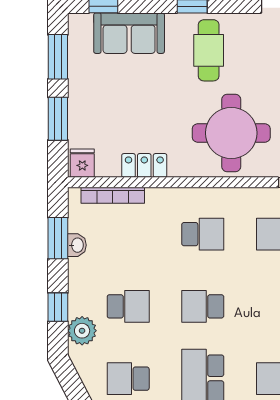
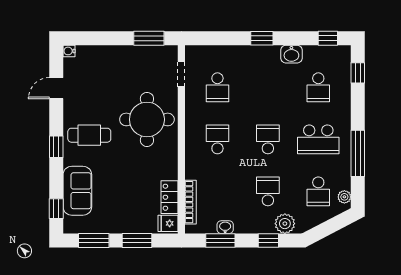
locker: (144, 165) -> (170, 197), moved
school desk: (203, 306) -> (268, 139), turned 180

